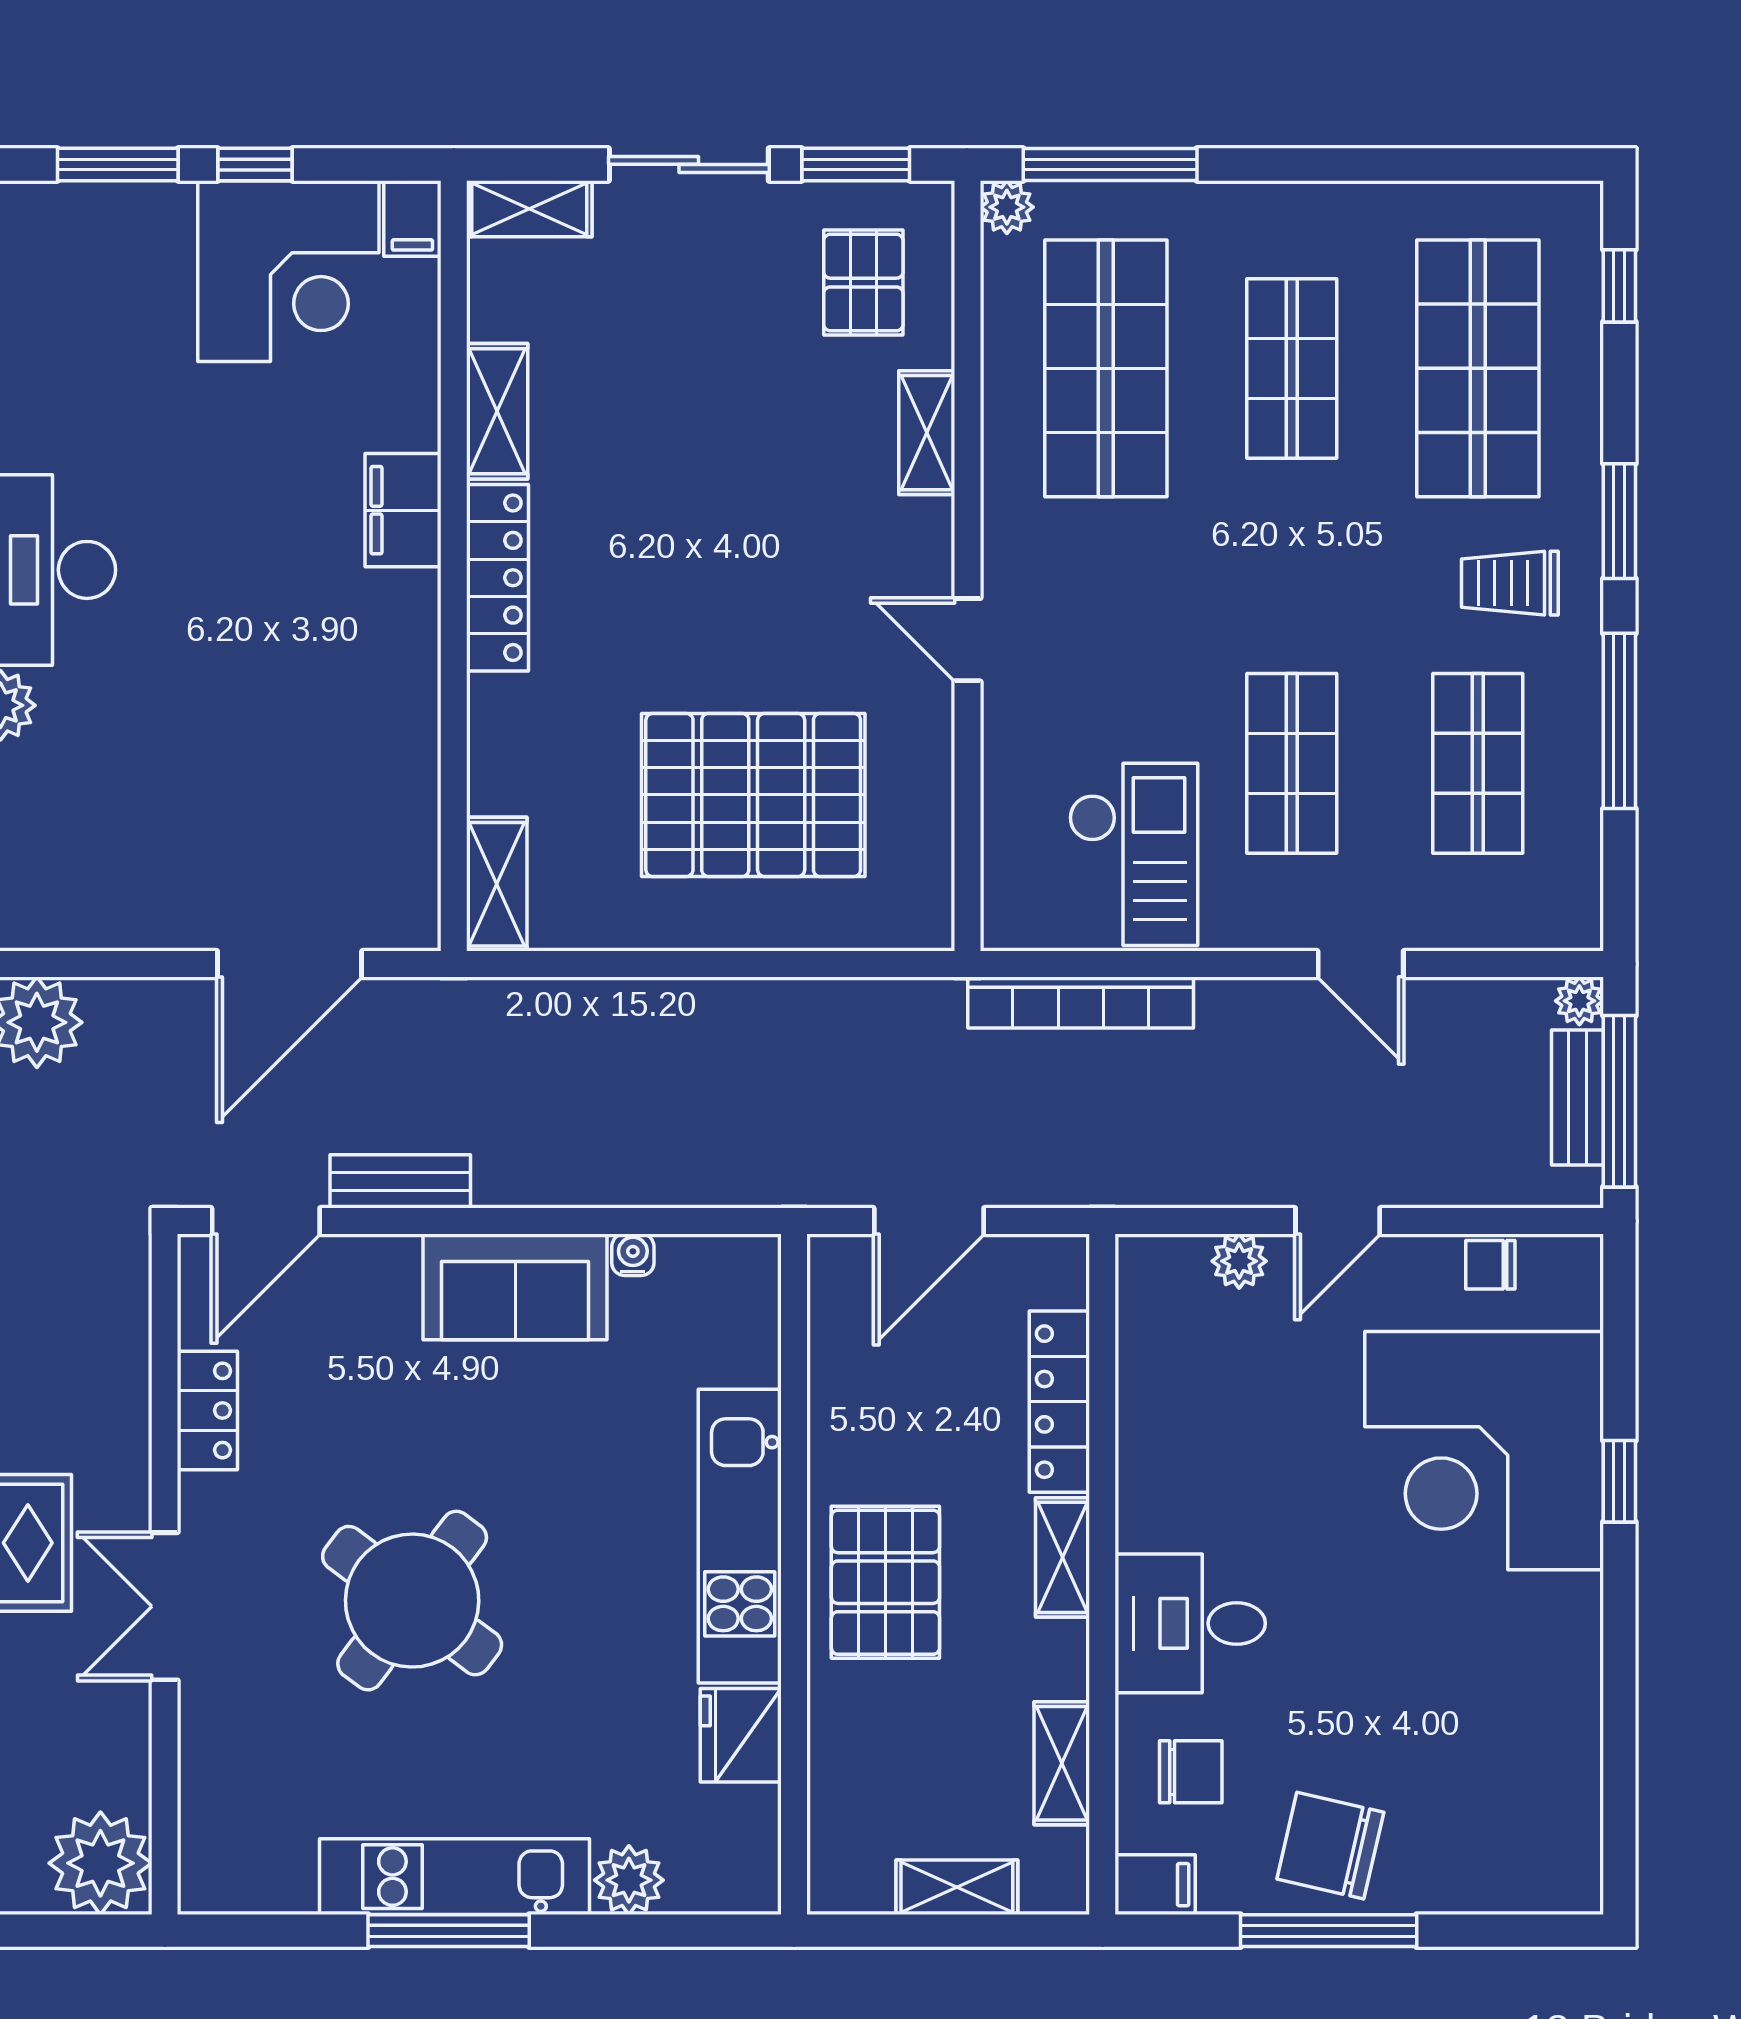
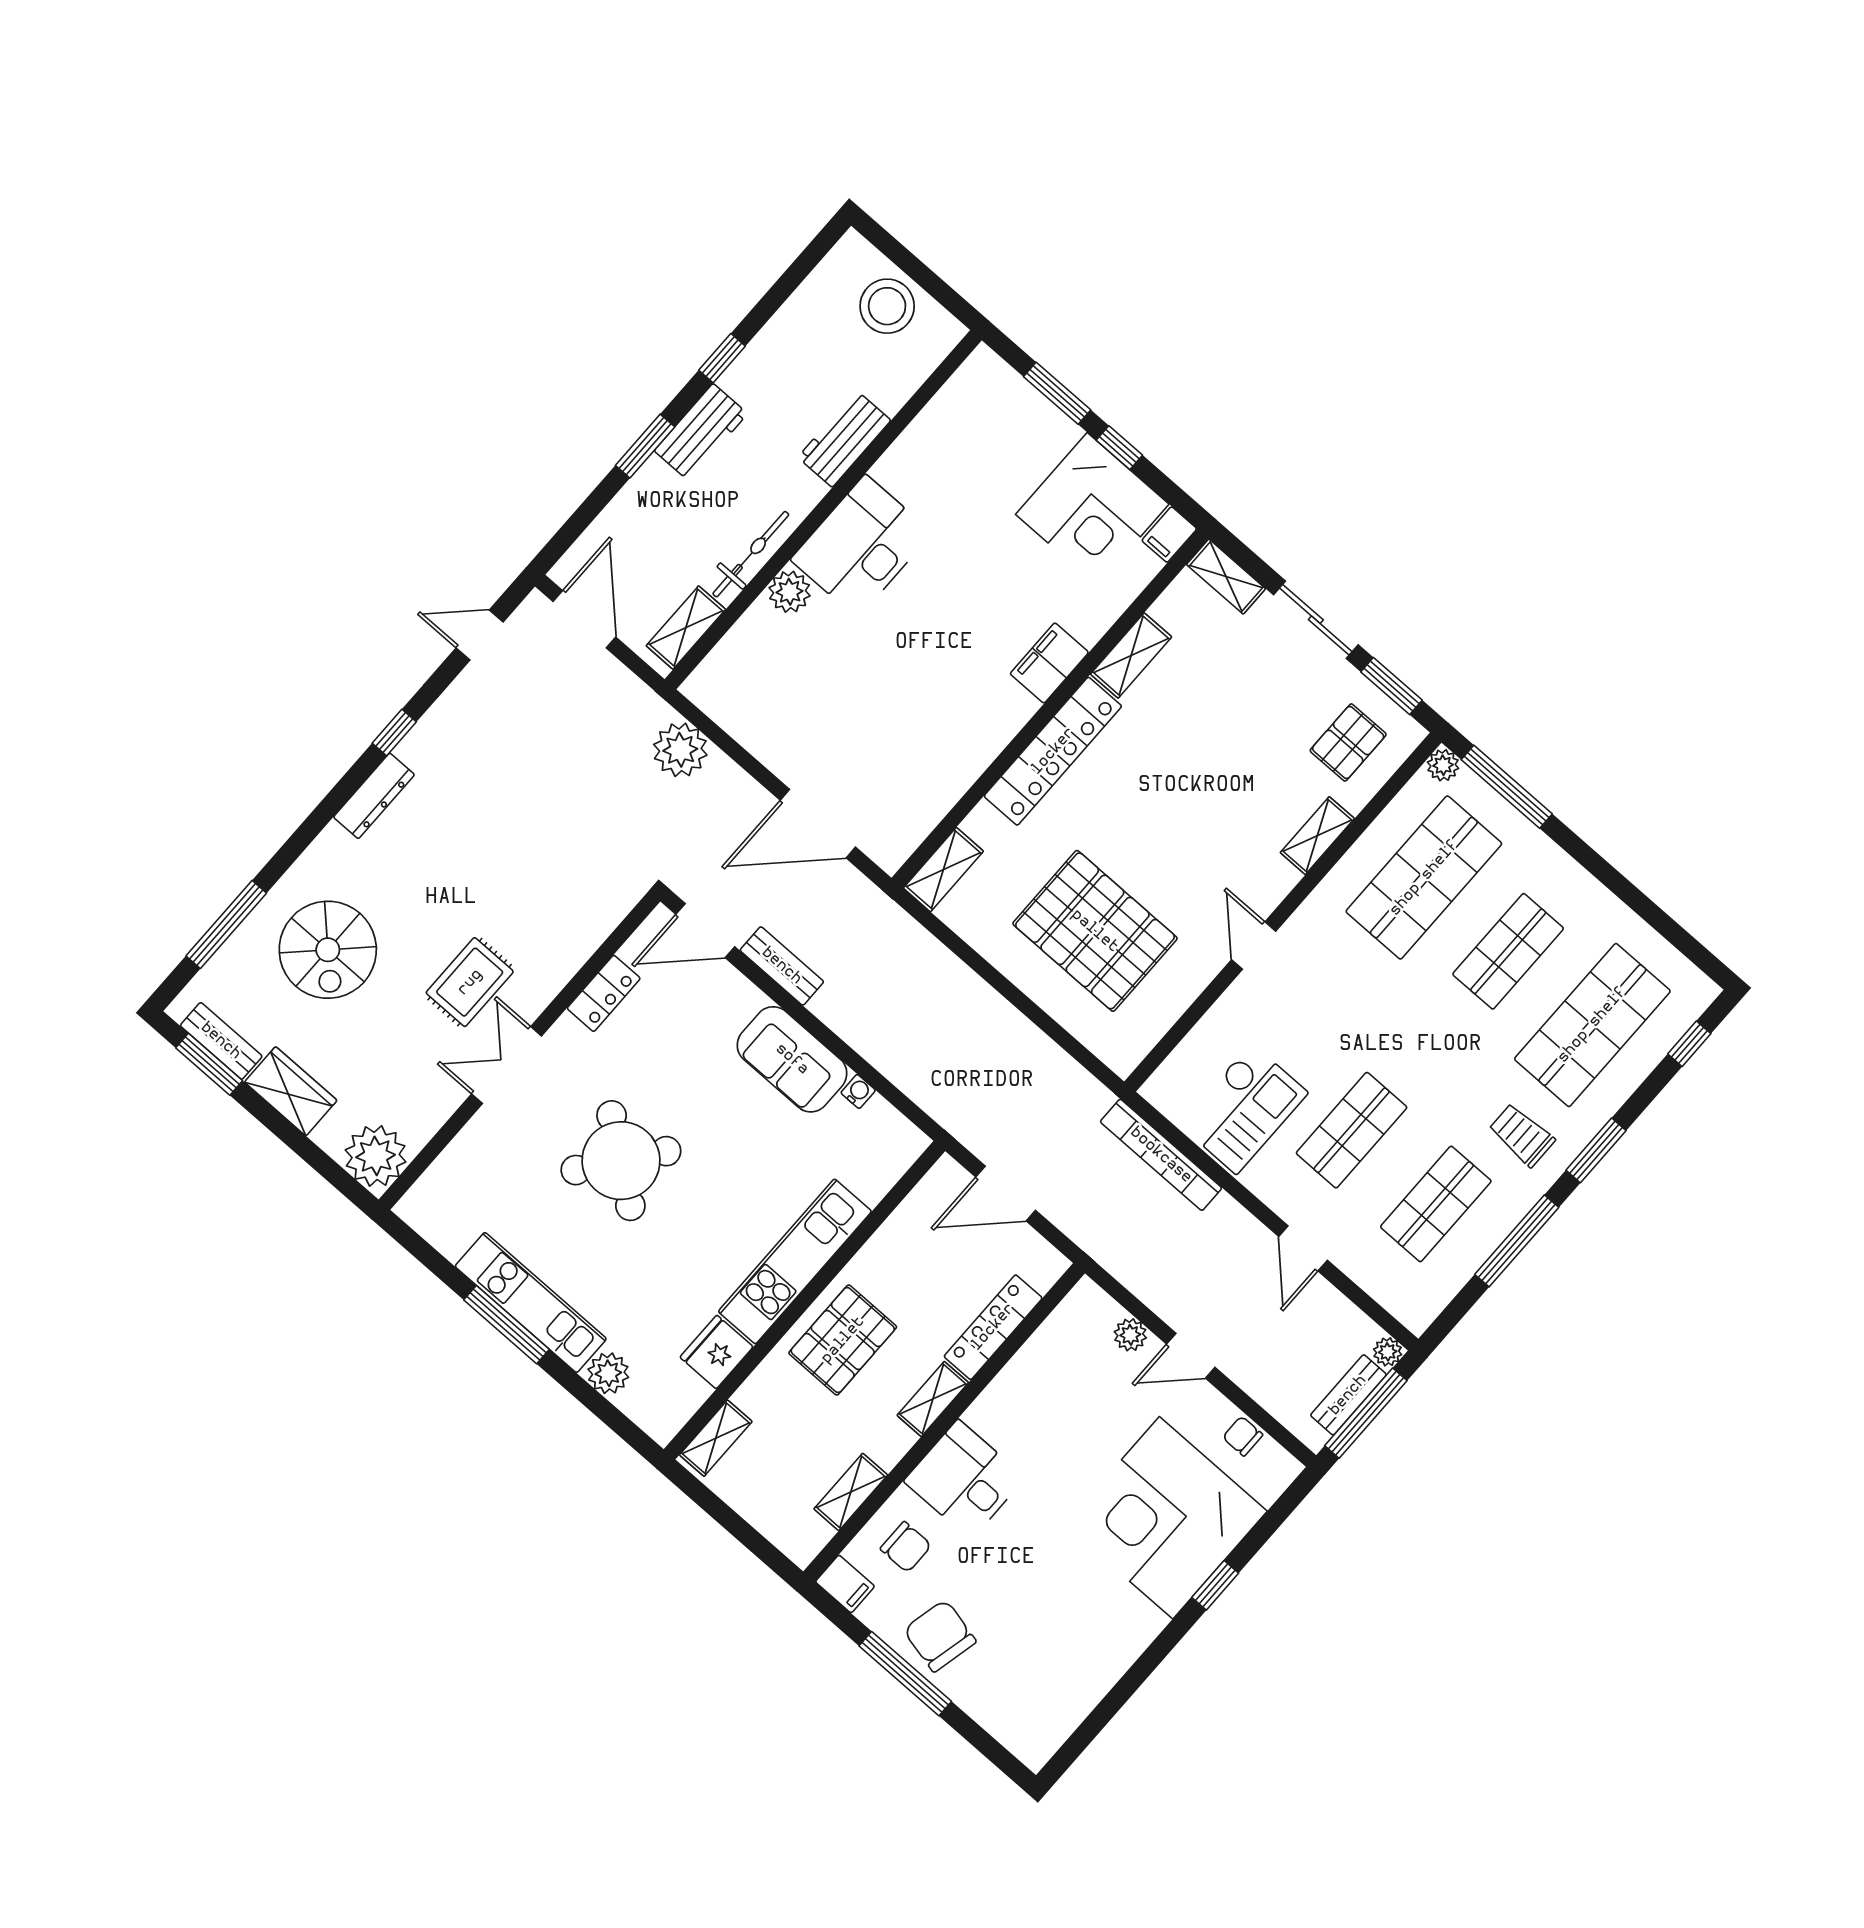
locker: (497, 578) -> (1053, 751), width x1.41, depth x1.21
shelving: (957, 1887) -> (716, 1438), moved, turned 90

